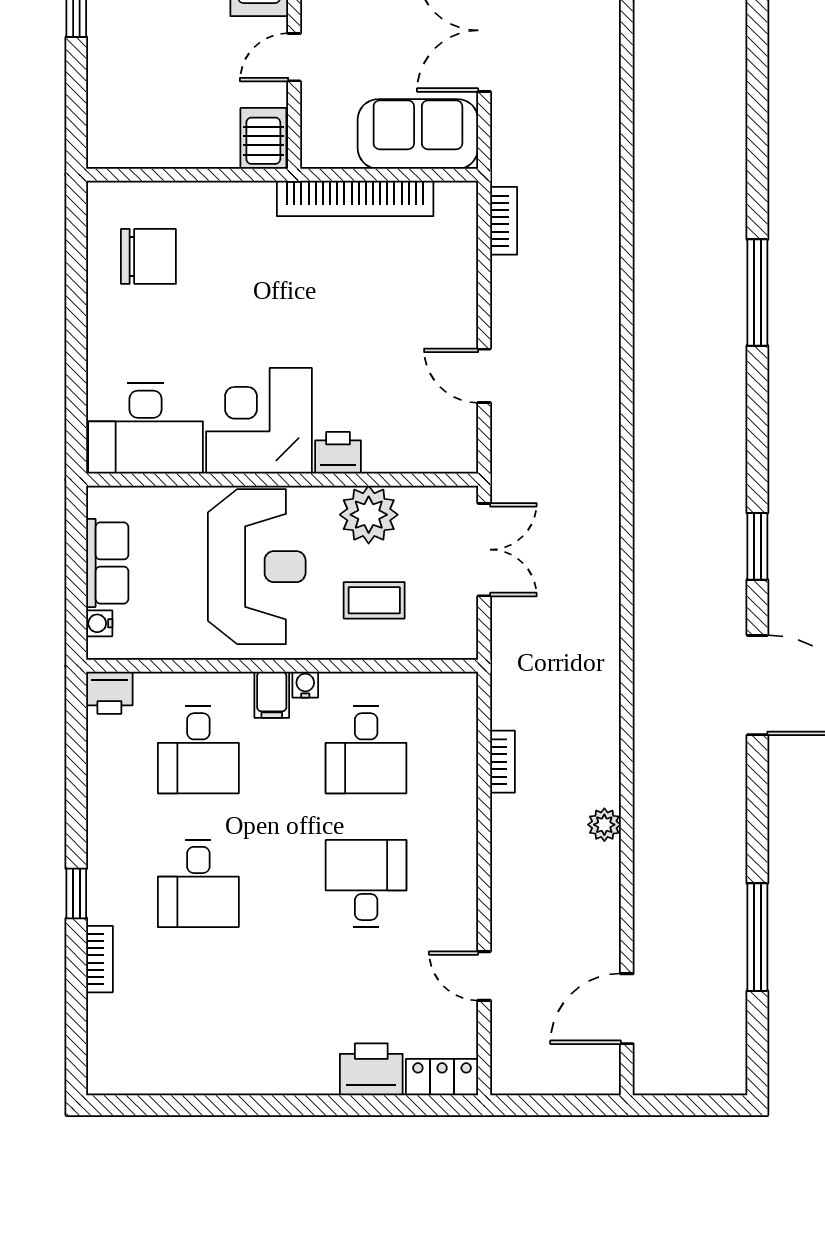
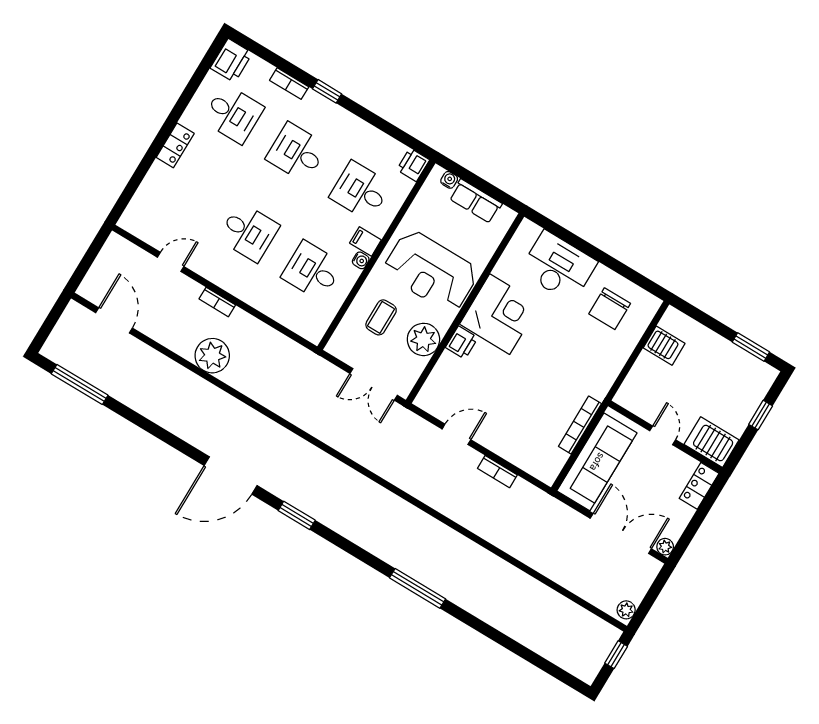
sofa: (418, 134) -> (597, 462), width x1.36
server rack: (263, 138) -> (664, 346), moved
bookcase: (355, 198) -> (580, 425), width x0.68, depth x0.76
bookcase: (504, 221) -> (497, 472), moved
desk: (146, 429) -> (558, 267), moved, turned 90
bookcase: (503, 762) -> (217, 302), moved
plant: (604, 825) -> (212, 356), width x1.88, depth x1.88
window: (757, 937) -> (80, 384), moved
desk: (198, 1017) -> (233, 114), added
printer: (371, 1069) -> (231, 61), moved
locker: (442, 1077) -> (175, 145), moved

